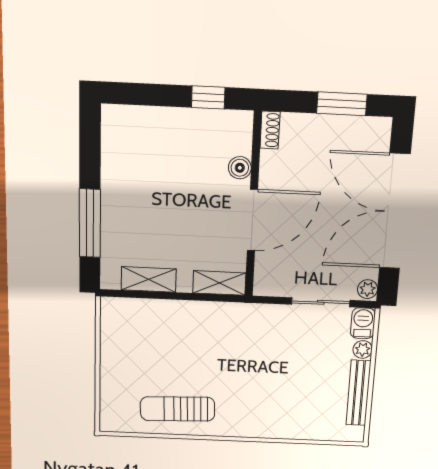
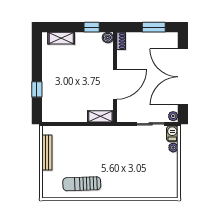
boiler: (240, 168) -> (108, 38), moved
window: (90, 223) -> (37, 89), width x0.46
shelving: (149, 279) -> (61, 38), moved
bench: (358, 393) -> (47, 152), moved

